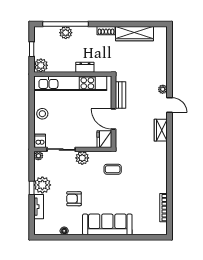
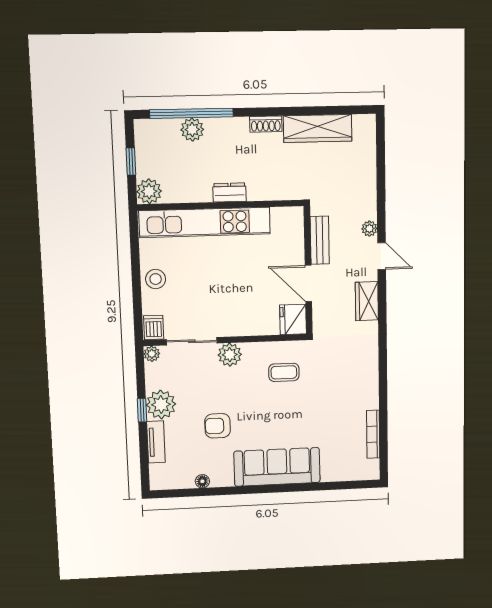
bench: (120, 95) -> (320, 240), moved
wall: (114, 112) -> (308, 270), moved
door: (114, 119) -> (308, 283), moved
fridge: (104, 139) -> (293, 319), moved

